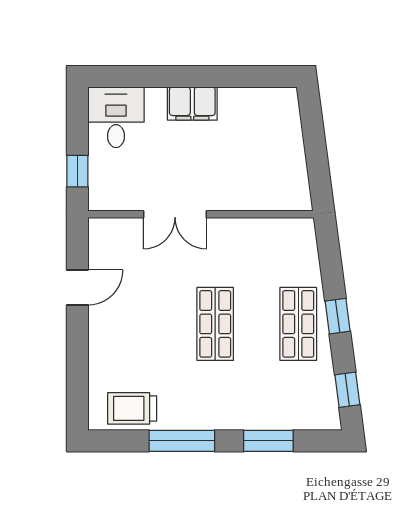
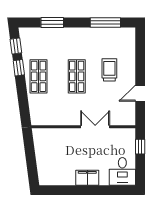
window: (338, 316) -> (19, 68), moved
trolley: (132, 408) -> (109, 70), moved, turned -90
window: (182, 441) -> (105, 23), moved

